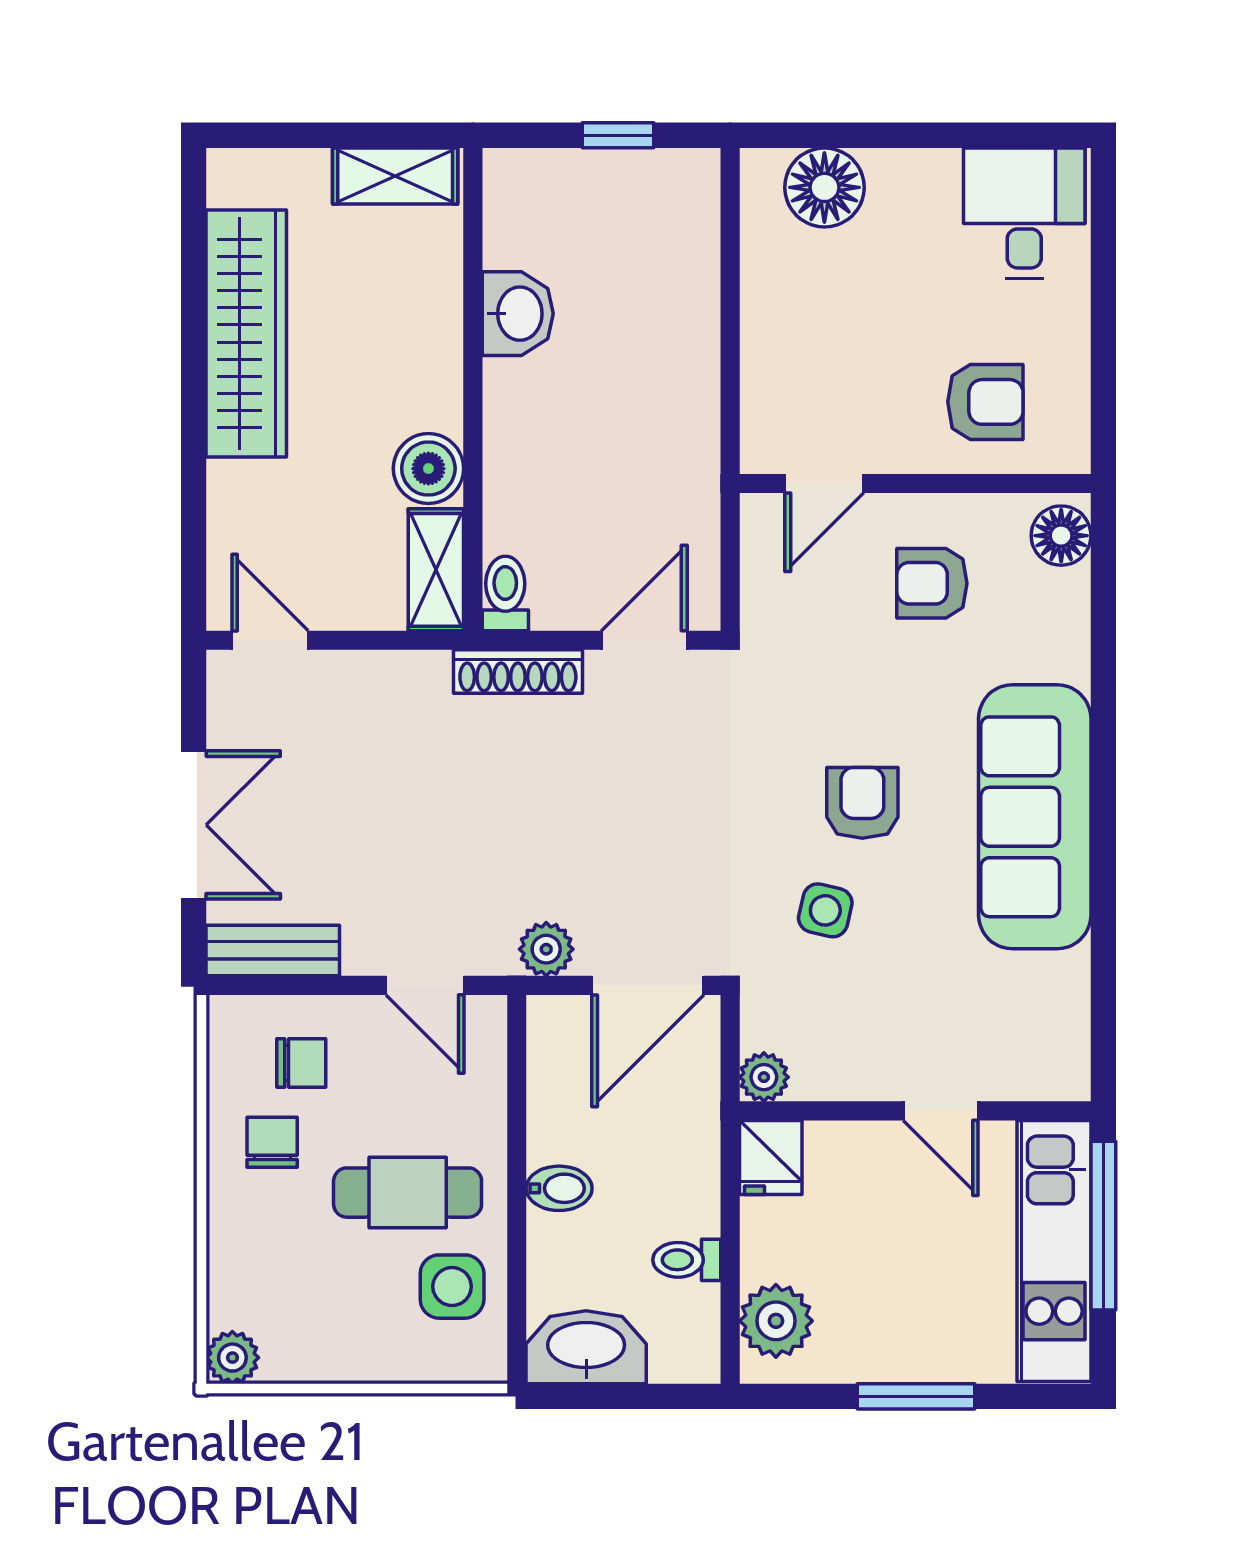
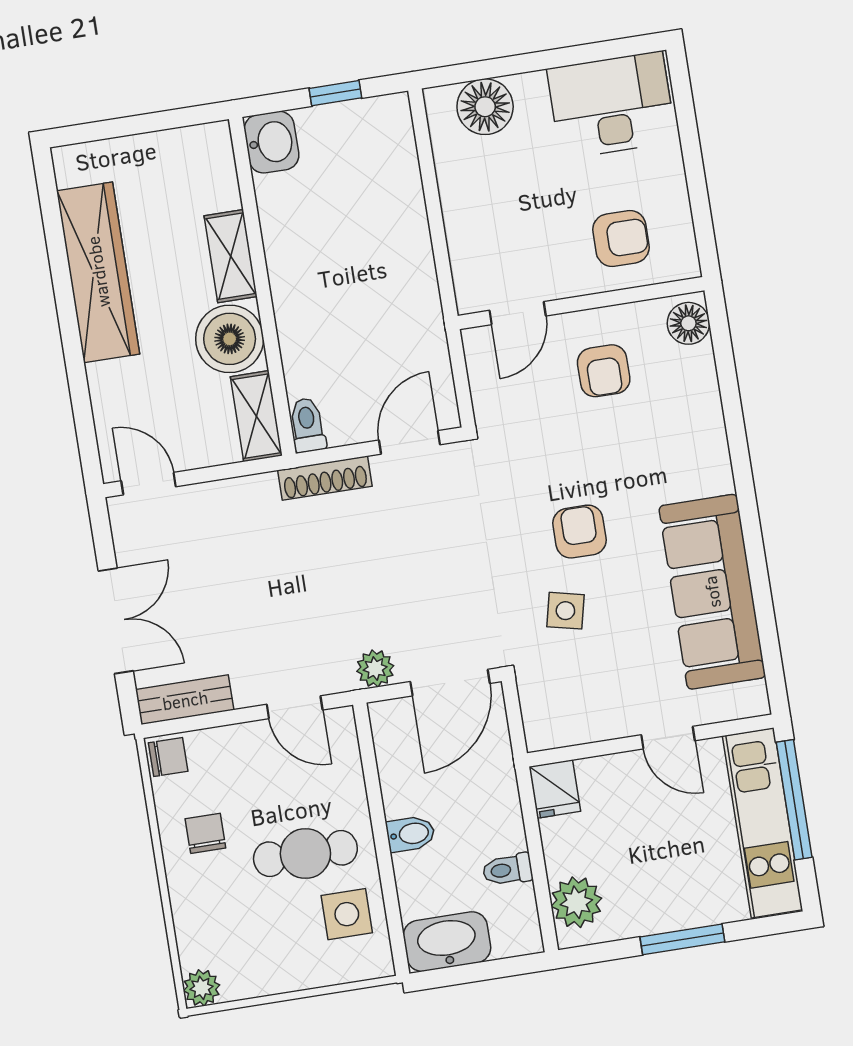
shelving: (395, 176) -> (231, 256), moved, turned 90
desk: (1024, 213) -> (611, 105), width x1.37
washbasin: (518, 314) -> (271, 142), moved
boiler: (428, 469) -> (230, 339), width x1.37, depth x1.37
armchair: (932, 583) -> (604, 371), turned -90
sofa: (1035, 817) -> (712, 592), moved
chair: (301, 1063) -> (168, 757), moved
plant: (764, 1077) -> (541, 734), removed

